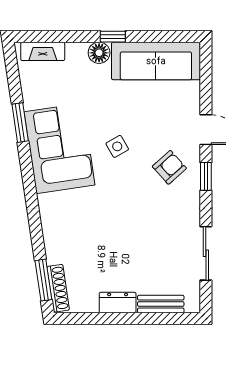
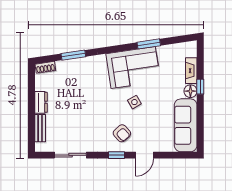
window: (113, 37) -> (200, 87), moved
fireplace: (43, 51) -> (191, 71), moved
window: (43, 280) -> (73, 55), moved
shoe rack: (58, 288) -> (45, 67), width x0.70

